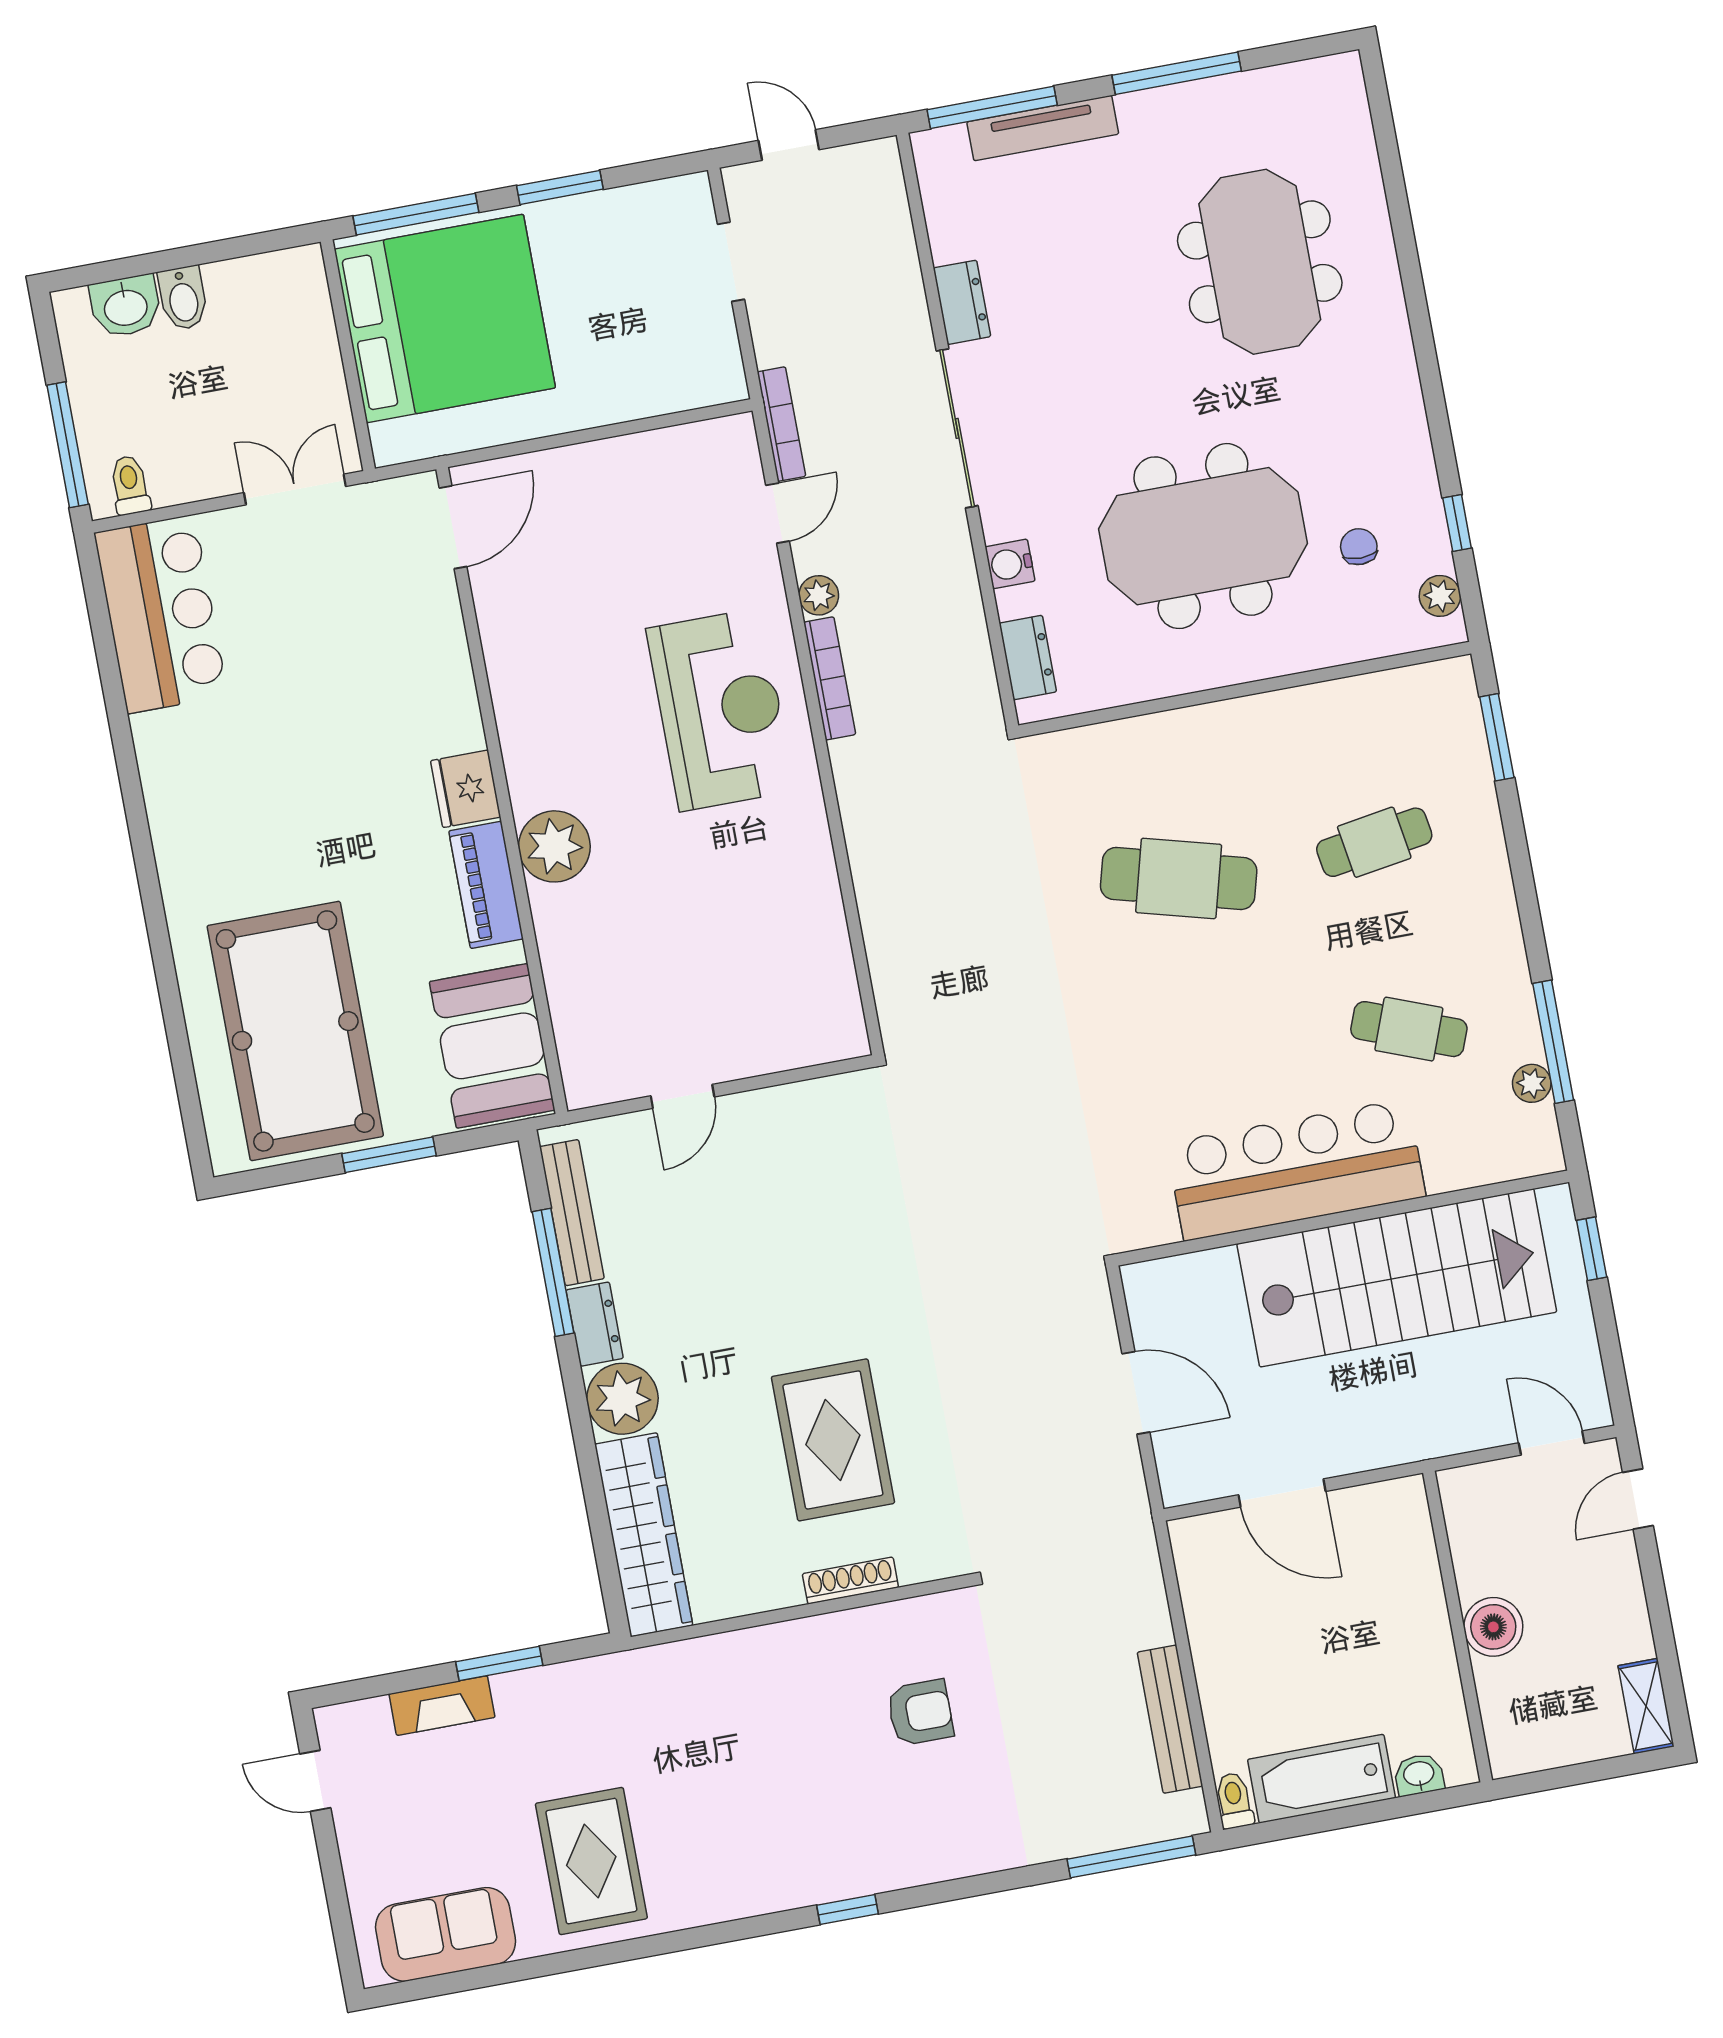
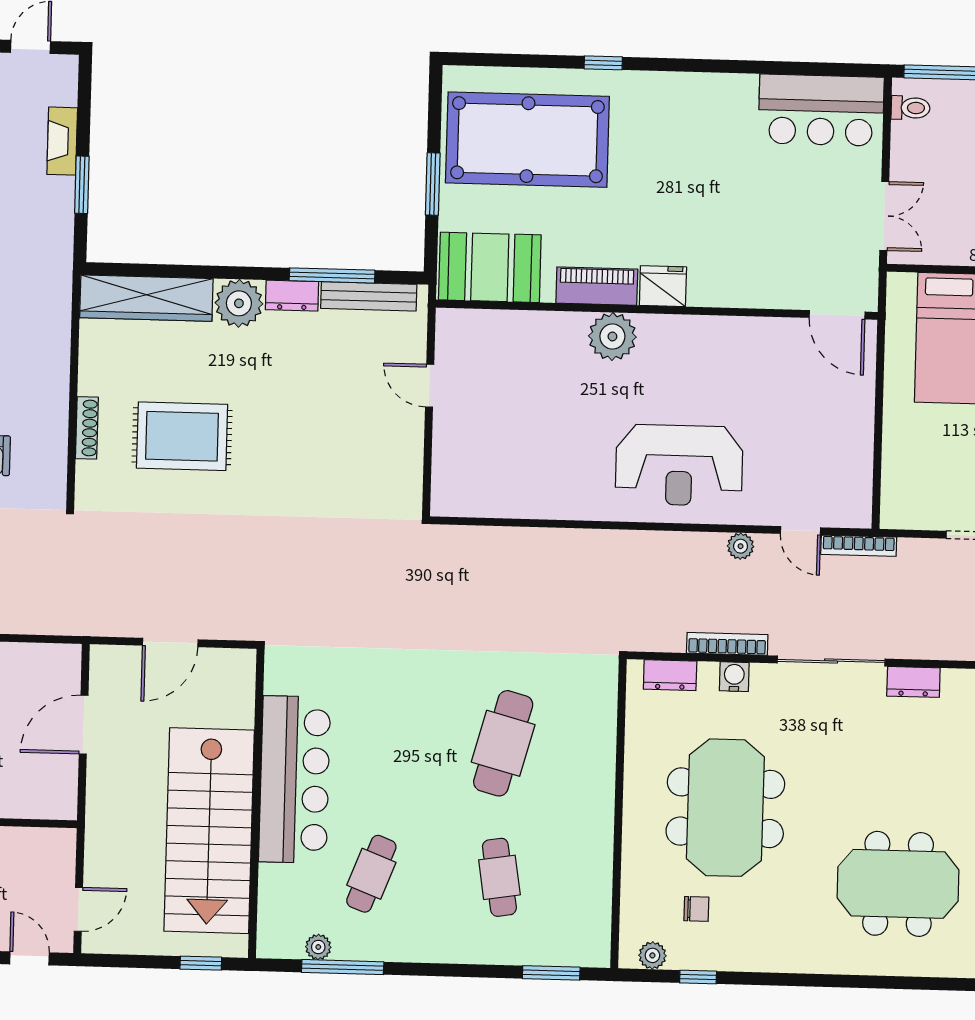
bookcase: (830, 678) -> (727, 644), moved, turned 180
window: (160, 945) -> (603, 63), added

